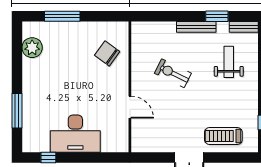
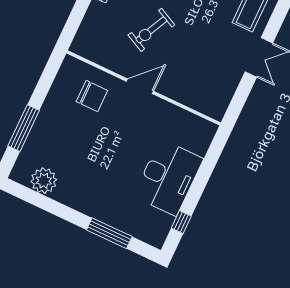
chair: (107, 53) -> (92, 96), turned -126
door: (130, 107) -> (140, 86), moved

